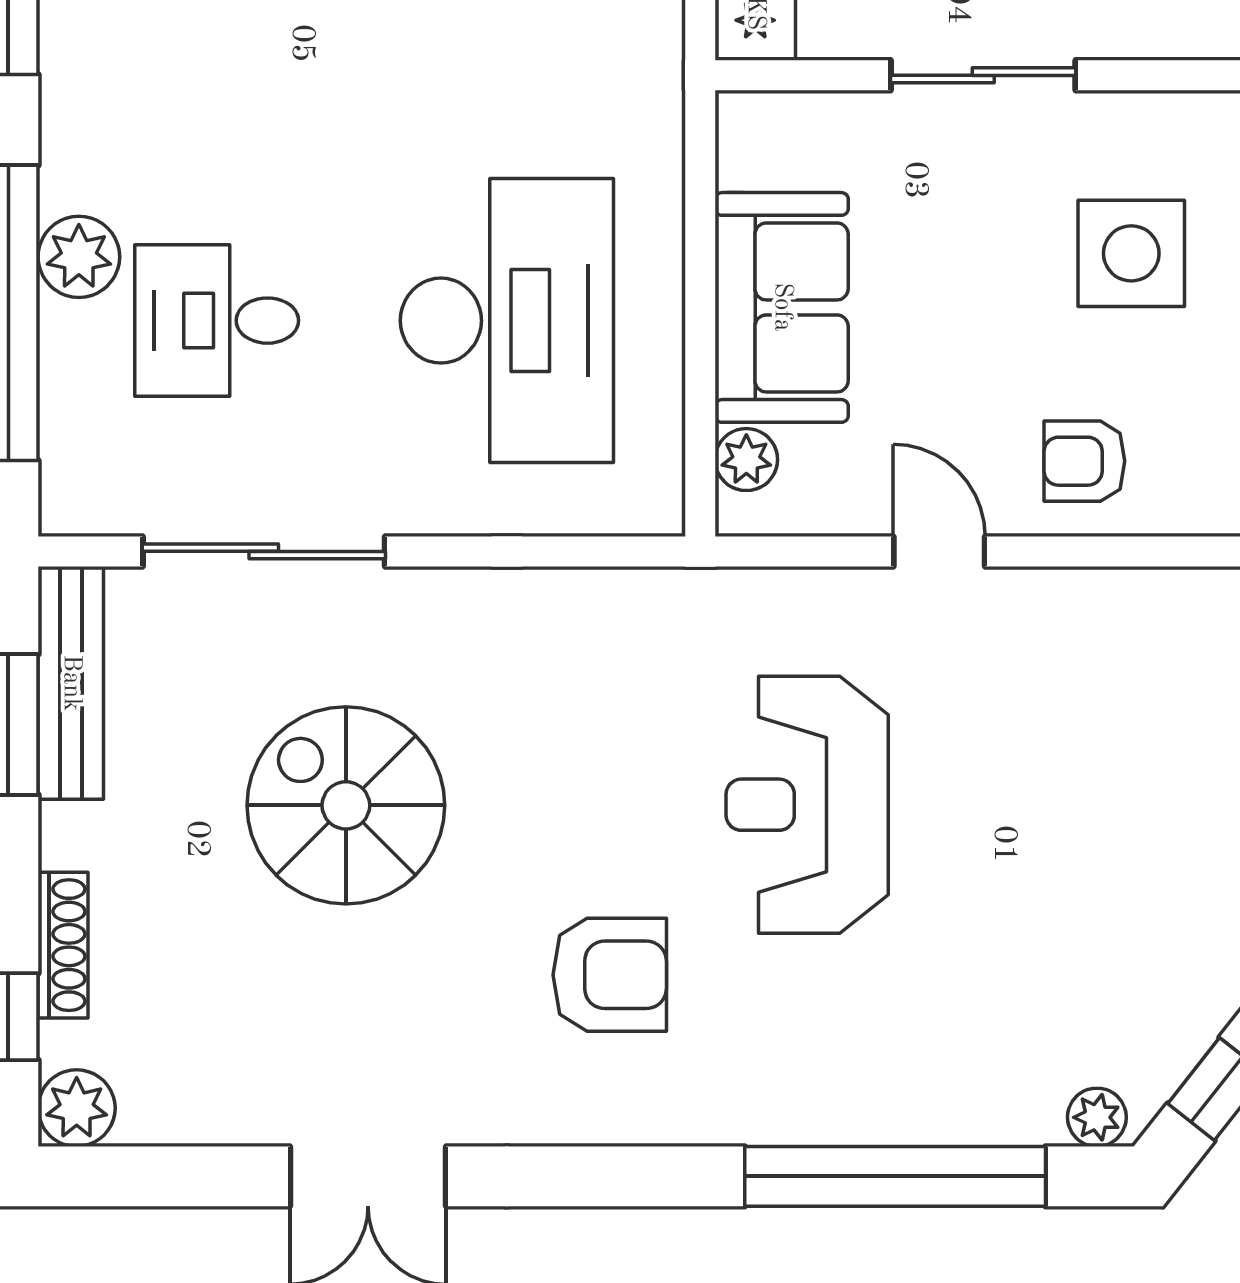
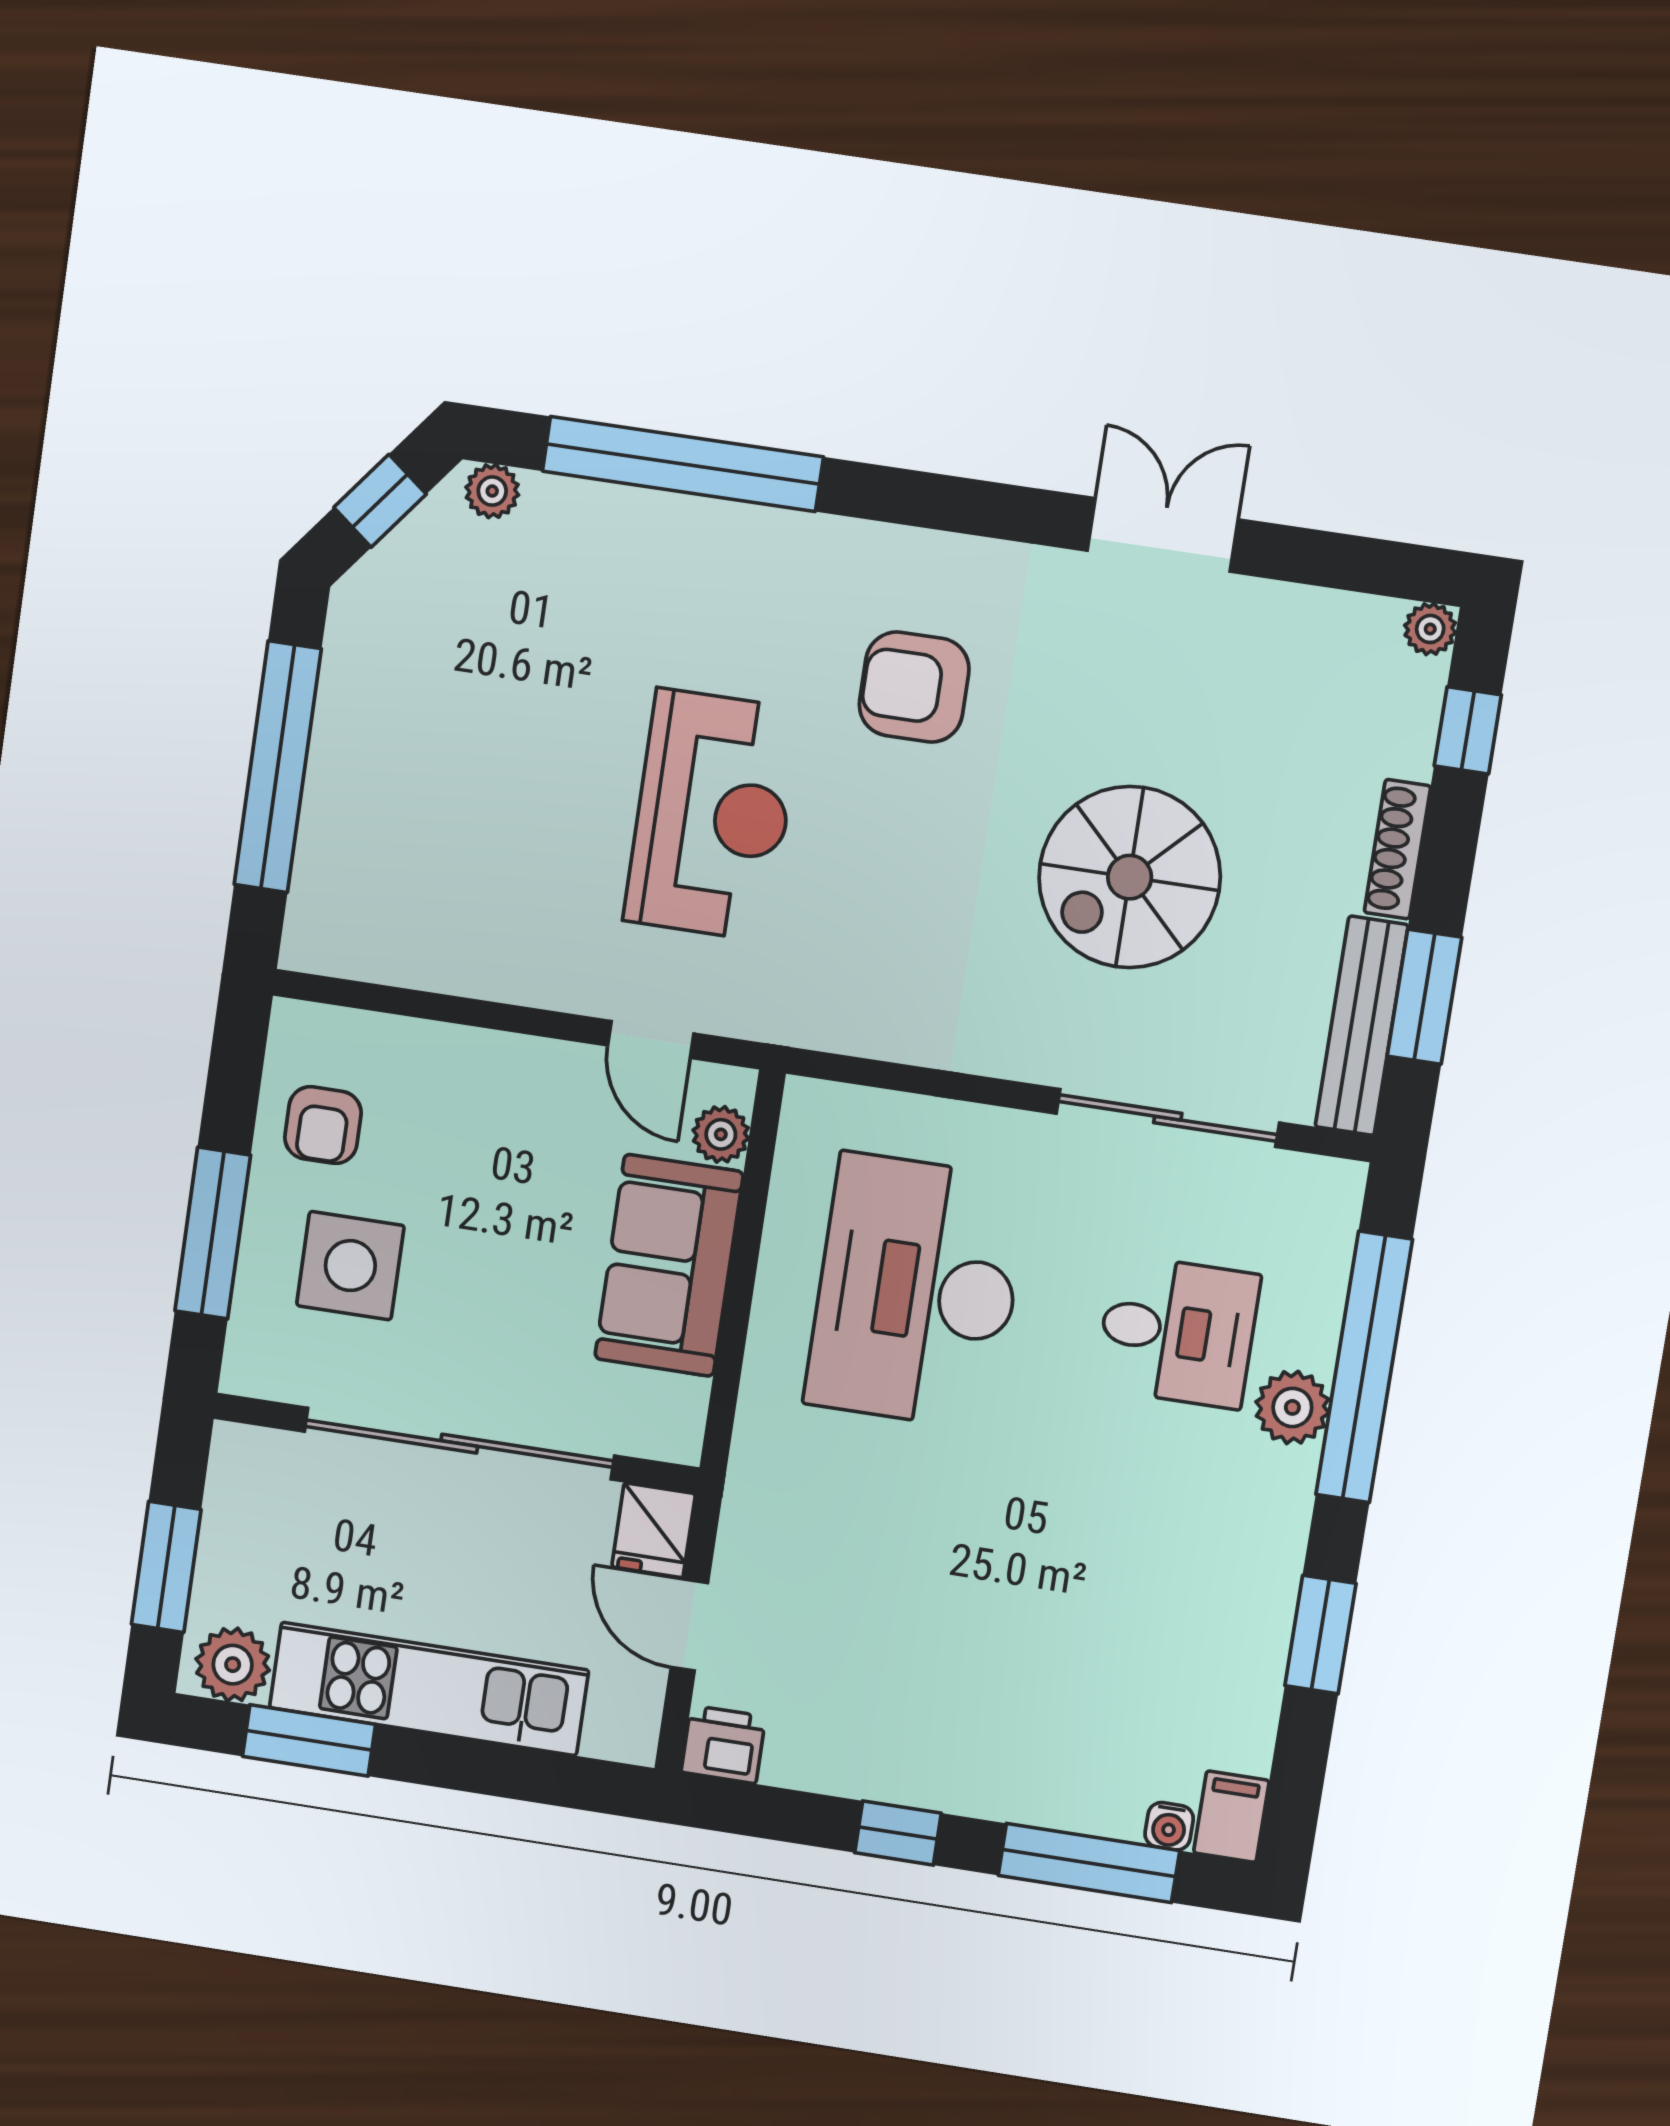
sliding door: (983, 75) -> (459, 1444), width x1.86
armchair: (1084, 461) -> (323, 1125), moved, turned 90
door: (939, 551) -> (651, 1039), moved
spiral stairs: (346, 805) -> (1130, 877), turned 90
shoe rack: (63, 945) -> (1397, 849), moved
plant: (77, 1108) -> (1430, 629), width x0.73, depth x0.73

